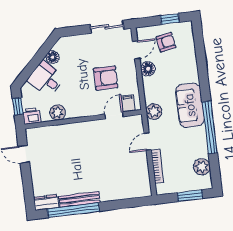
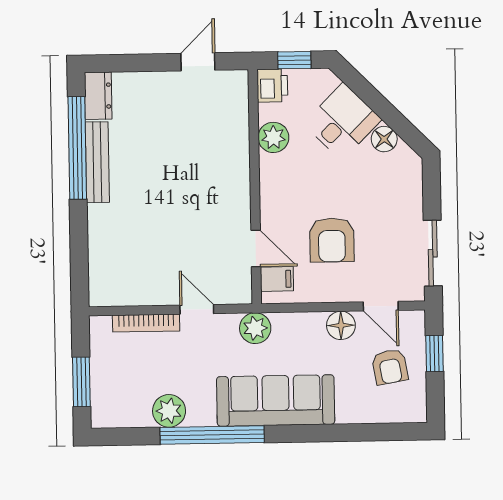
window: (170, 19) -> (435, 353), moved
sofa: (190, 105) -> (276, 400), width x1.36
plant: (202, 167) -> (169, 411), moved

